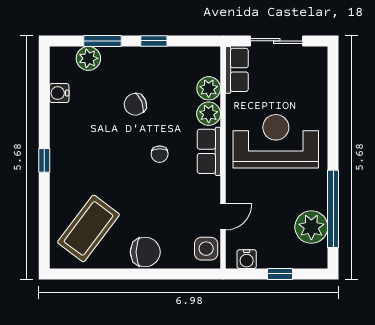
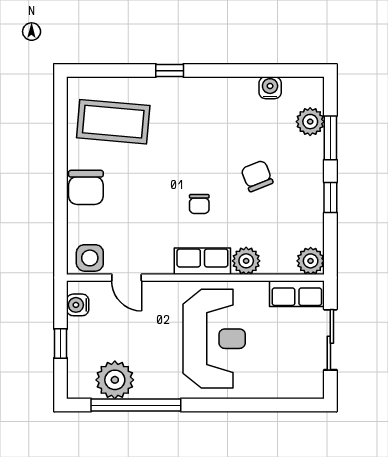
plant: (209, 88) -> (311, 261), moved
chair: (160, 154) -> (199, 204), turned -90
window: (44, 160) -> (170, 71), moved
coffee table: (88, 228) -> (113, 122), turned -32

